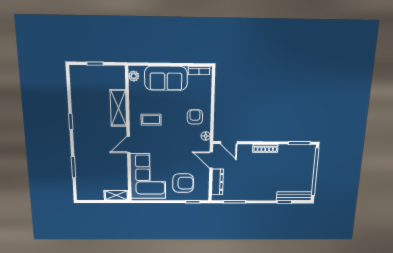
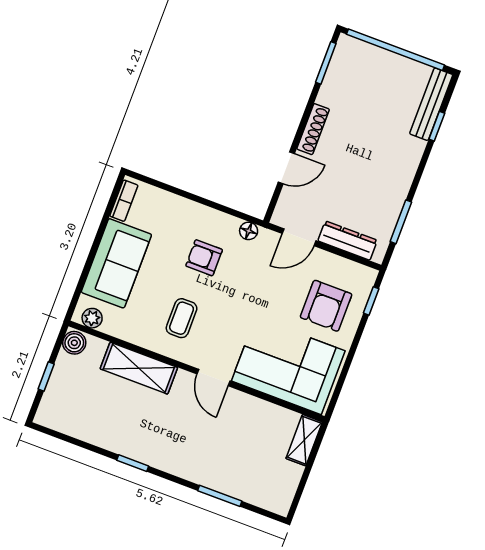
boiler: (118, 72) -> (74, 343), added
armchair: (195, 117) -> (204, 258), moved
door: (229, 143) -> (286, 168), moved
armchair: (183, 183) -> (326, 306), turned 180

